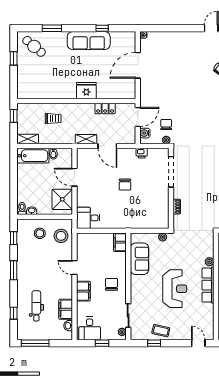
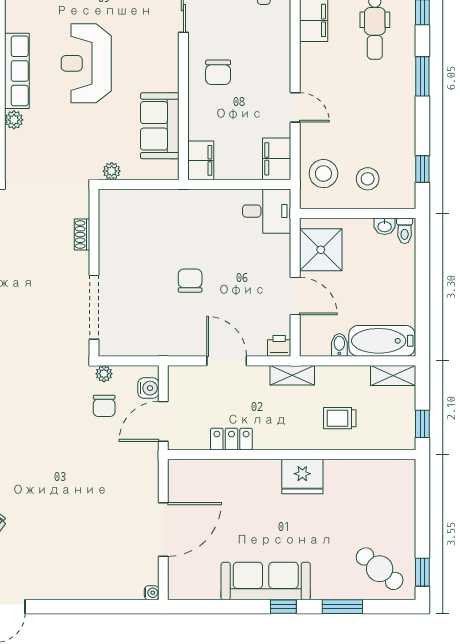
window: (102, 28) -> (283, 607), moved
window: (14, 58) -> (422, 572), moved
fridge: (86, 91) -> (302, 476), moved
shelving: (86, 139) -> (292, 375), moved
printer: (142, 153) -> (279, 346), moved
window: (14, 270) -> (422, 76), moved
filing cabinet: (83, 291) -> (277, 159), moved

